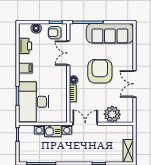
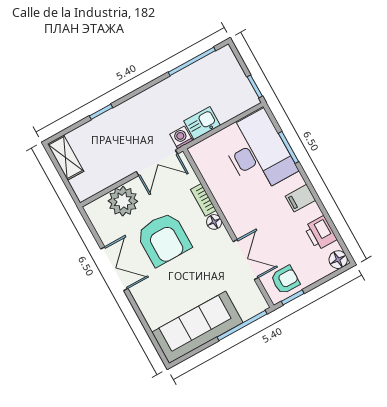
floor lamp: (36, 28) -> (338, 260), moved
armchair: (100, 71) -> (164, 239), moved
washing machine: (39, 129) -> (225, 113), removed

